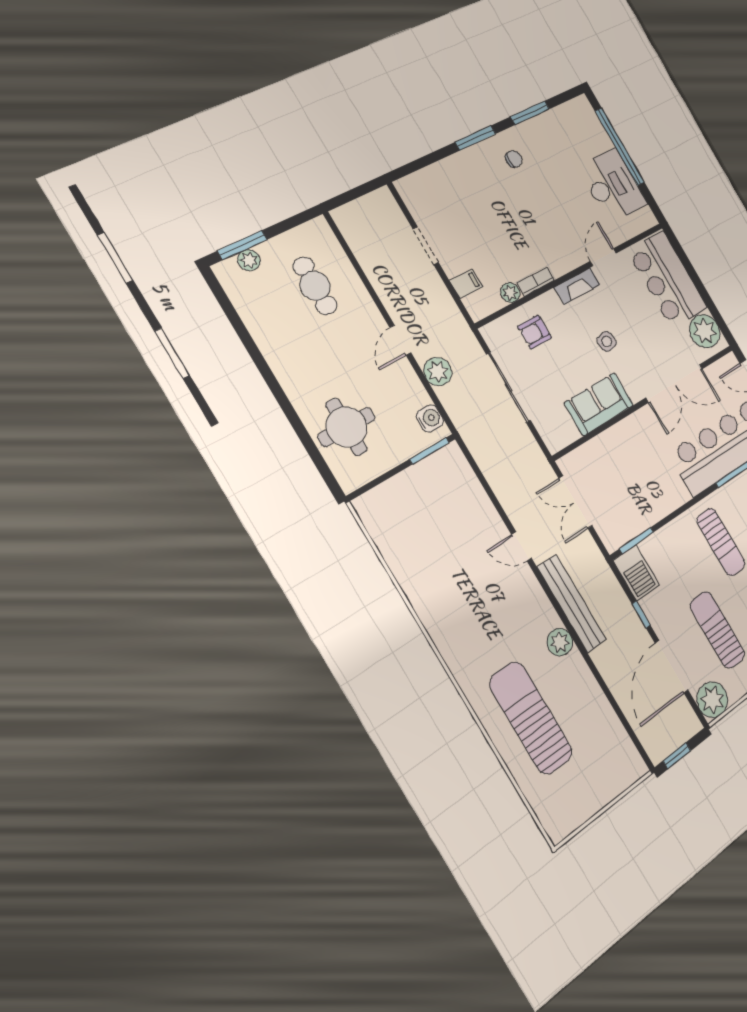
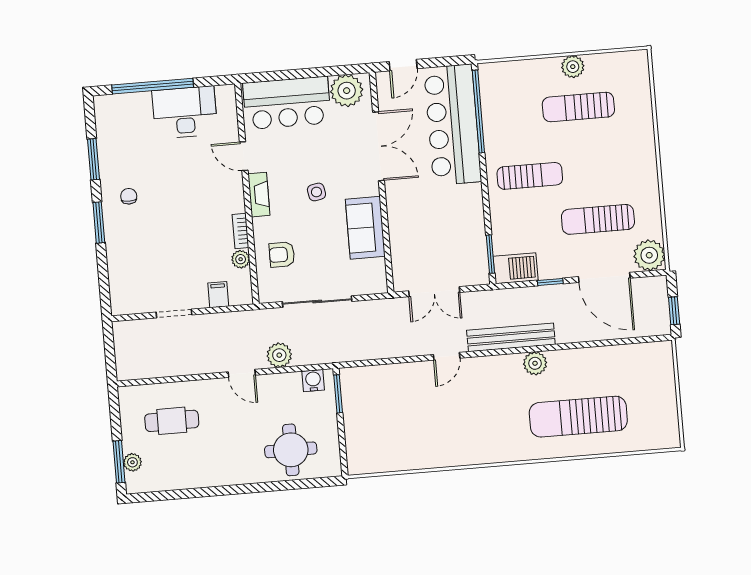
armchair: (535, 332) -> (282, 255), turned 90

